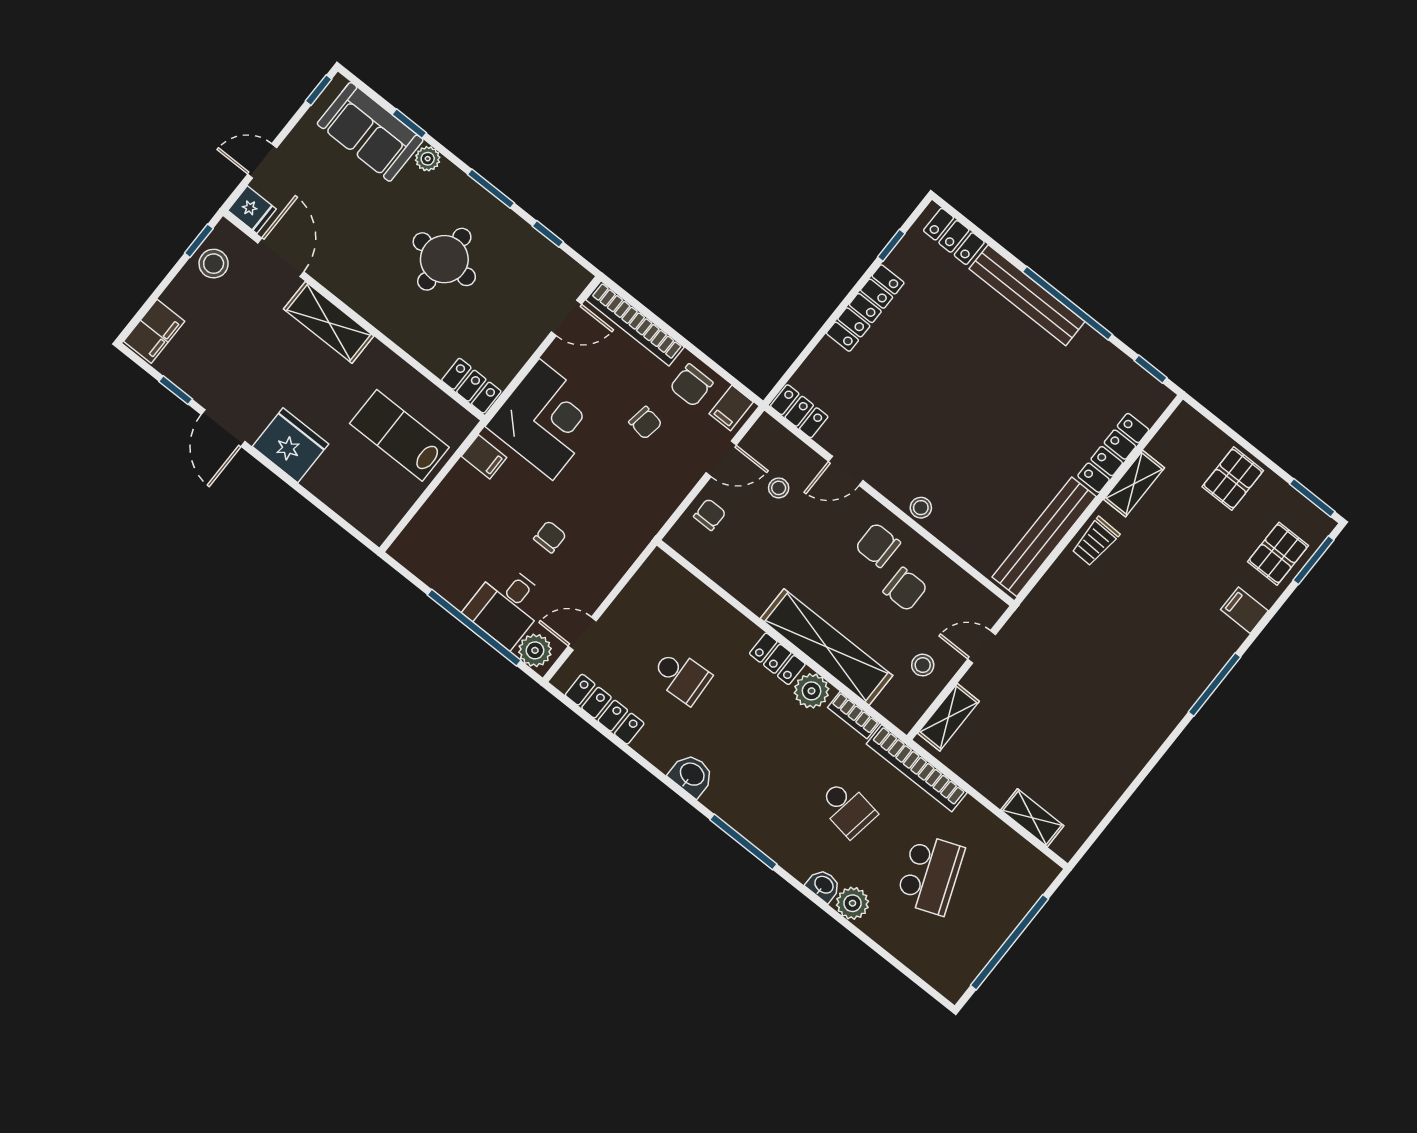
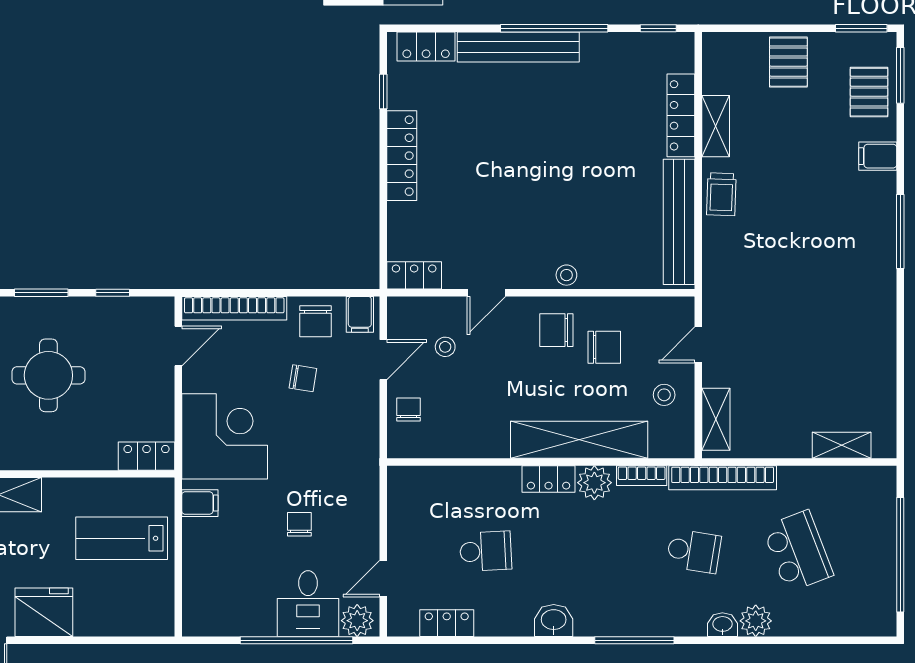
locker: (605, 709) -> (447, 623), width x0.66

